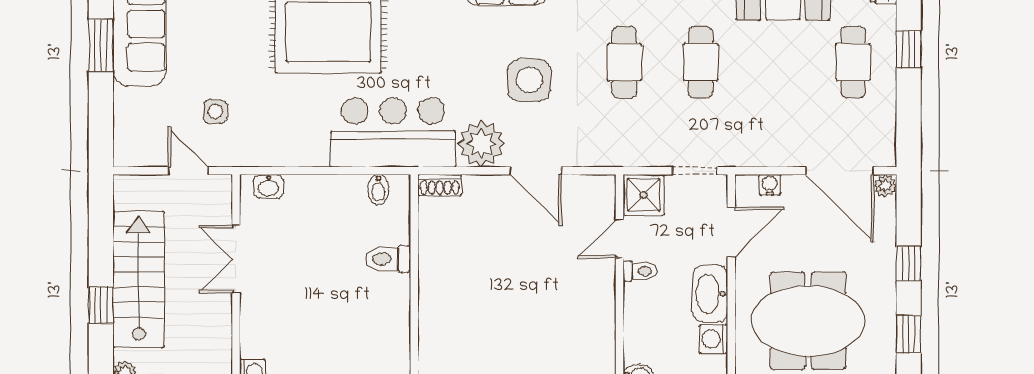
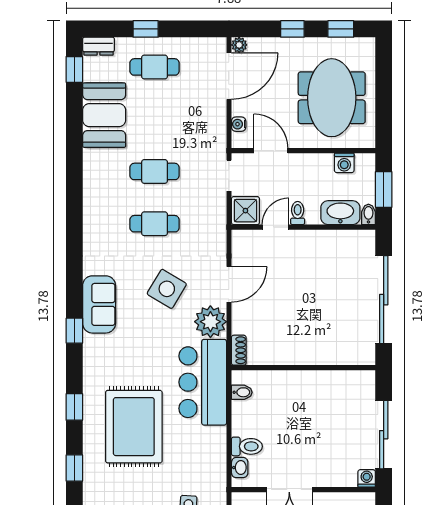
side table: (529, 80) -> (167, 289), turned 31
door: (619, 239) -> (275, 227), swing flipped
toilet: (388, 259) -> (247, 446), moved, turned -90
washbasin: (710, 294) -> (340, 213), moved, turned 180

